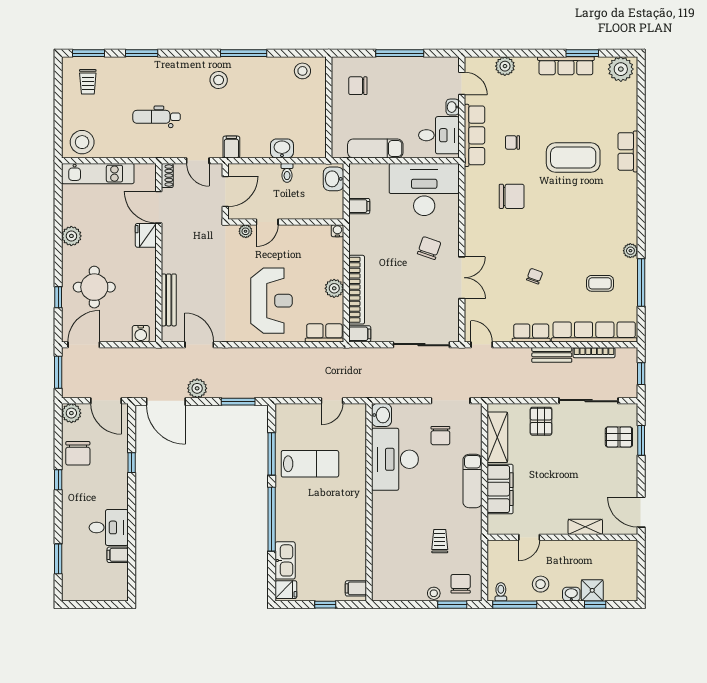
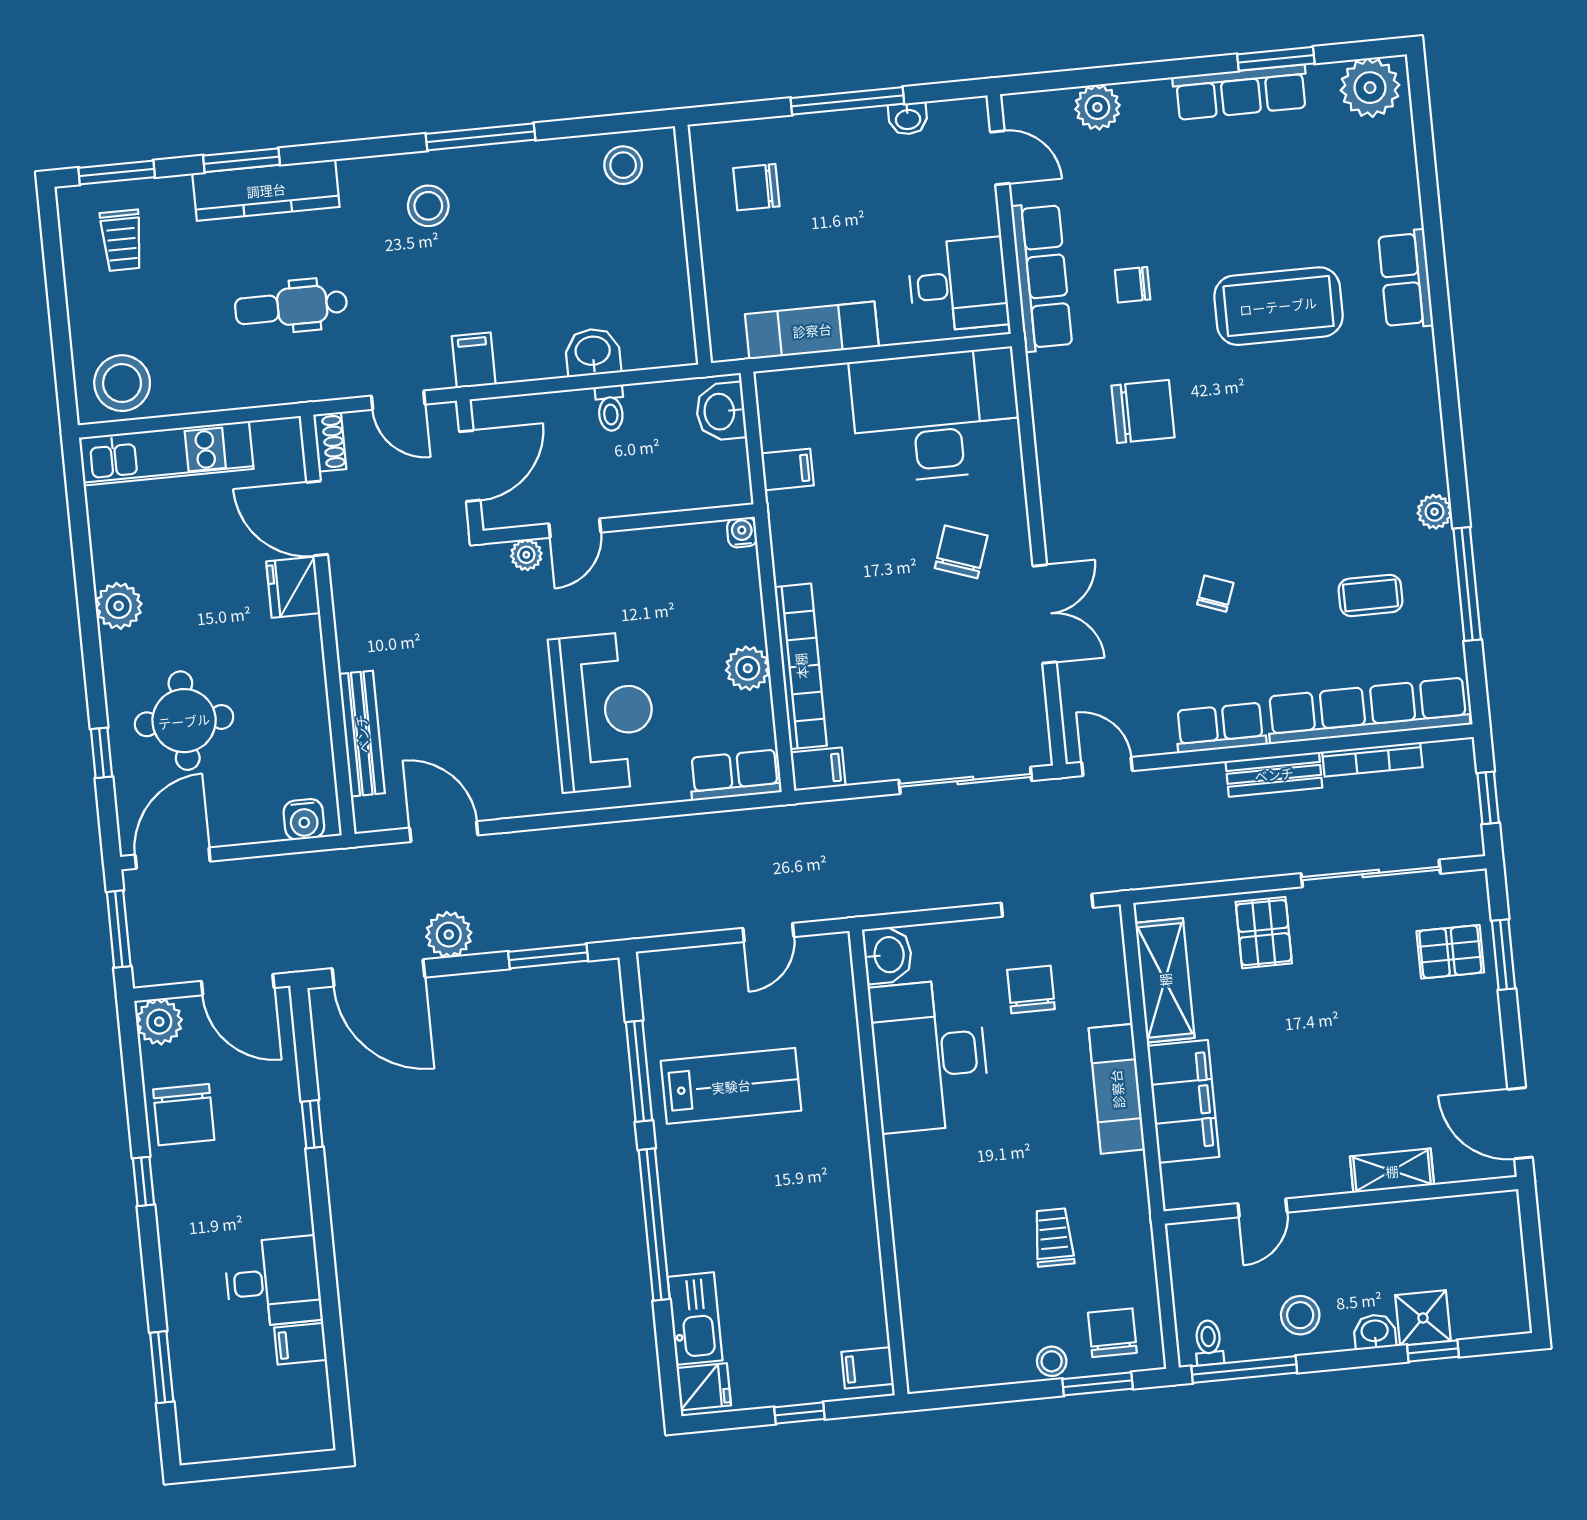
kitchen counter: (151, 67) -> (266, 190), added
washbasin: (453, 107) -> (908, 119), moved, turned -90
chair: (440, 436) -> (1031, 989), turned 180

